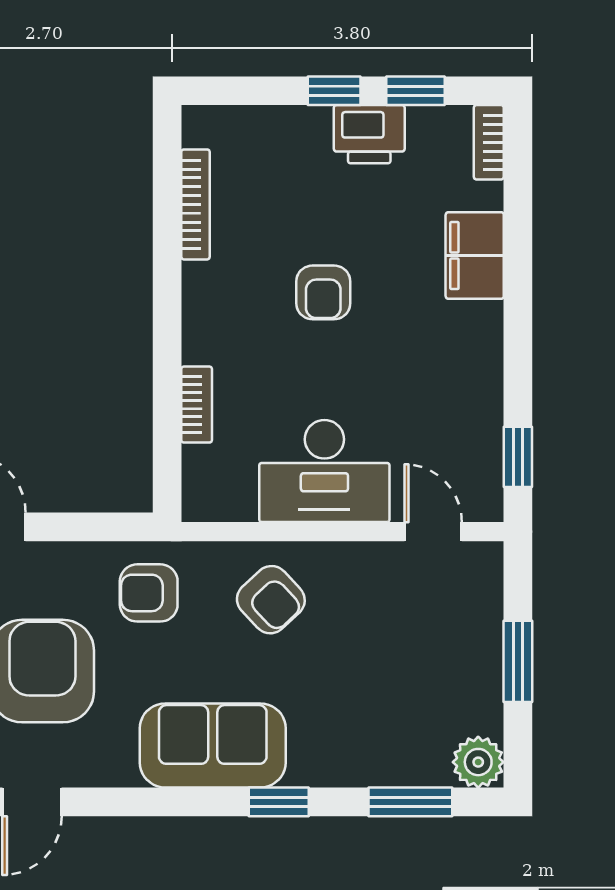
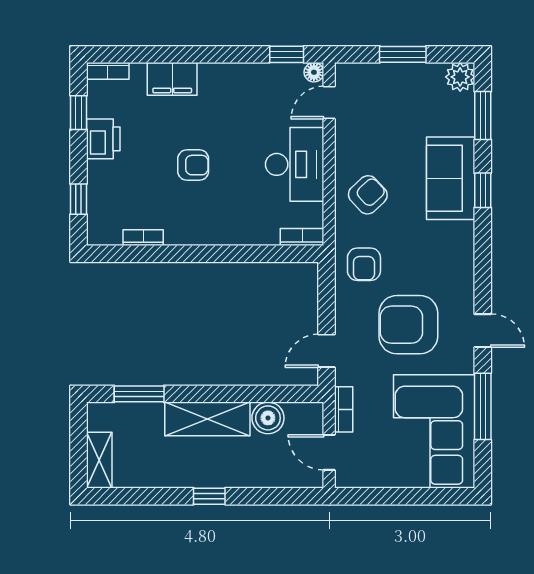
window: (334, 91) -> (79, 199), moved
bookcase: (195, 204) -> (143, 238), width x0.64
bookcase: (197, 405) -> (302, 237), moved
floor lamp: (486, 505) -> (314, 72), added
sofa: (213, 745) -> (451, 178), moved

